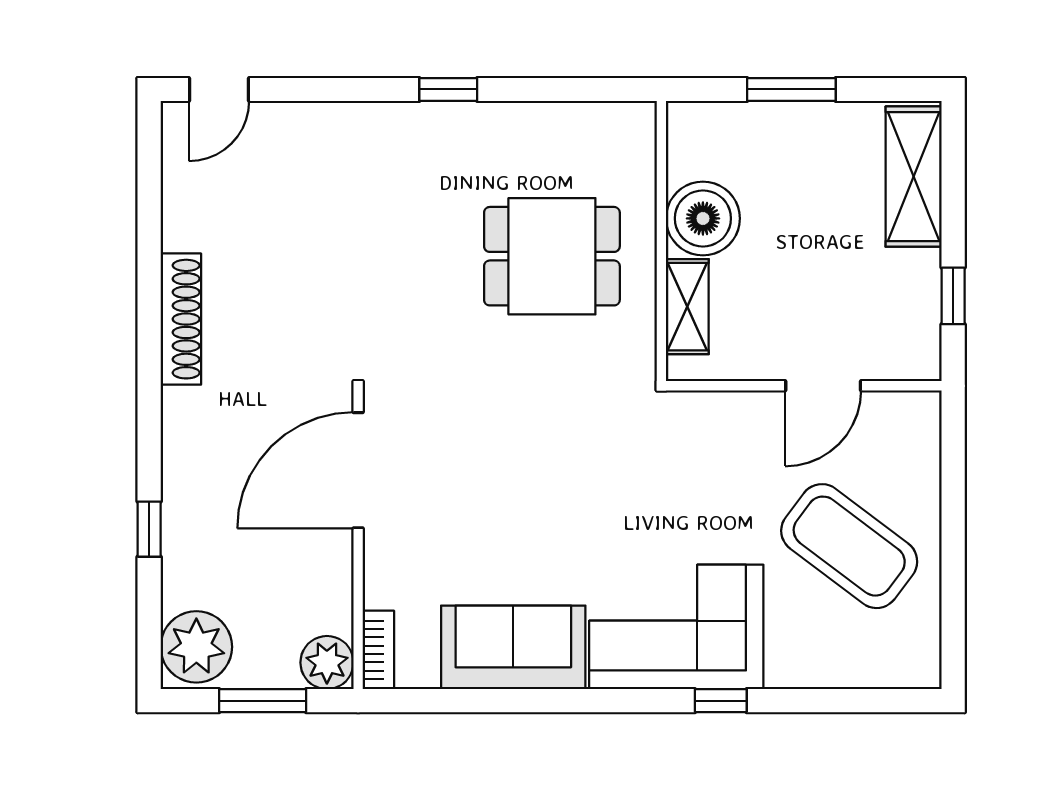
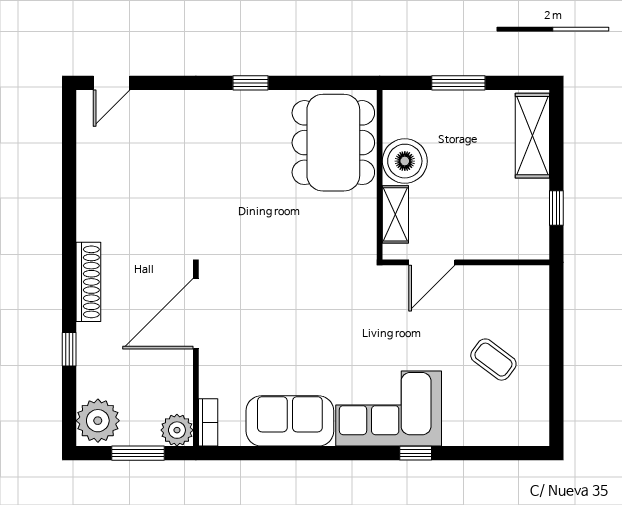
dining table: (552, 256) -> (333, 143), moved, width x1.38
shoe rack: (181, 319) -> (88, 282), moved
door: (823, 386) -> (432, 262), moved
coffee table: (849, 546) -> (493, 360), width x0.54, depth x0.58

